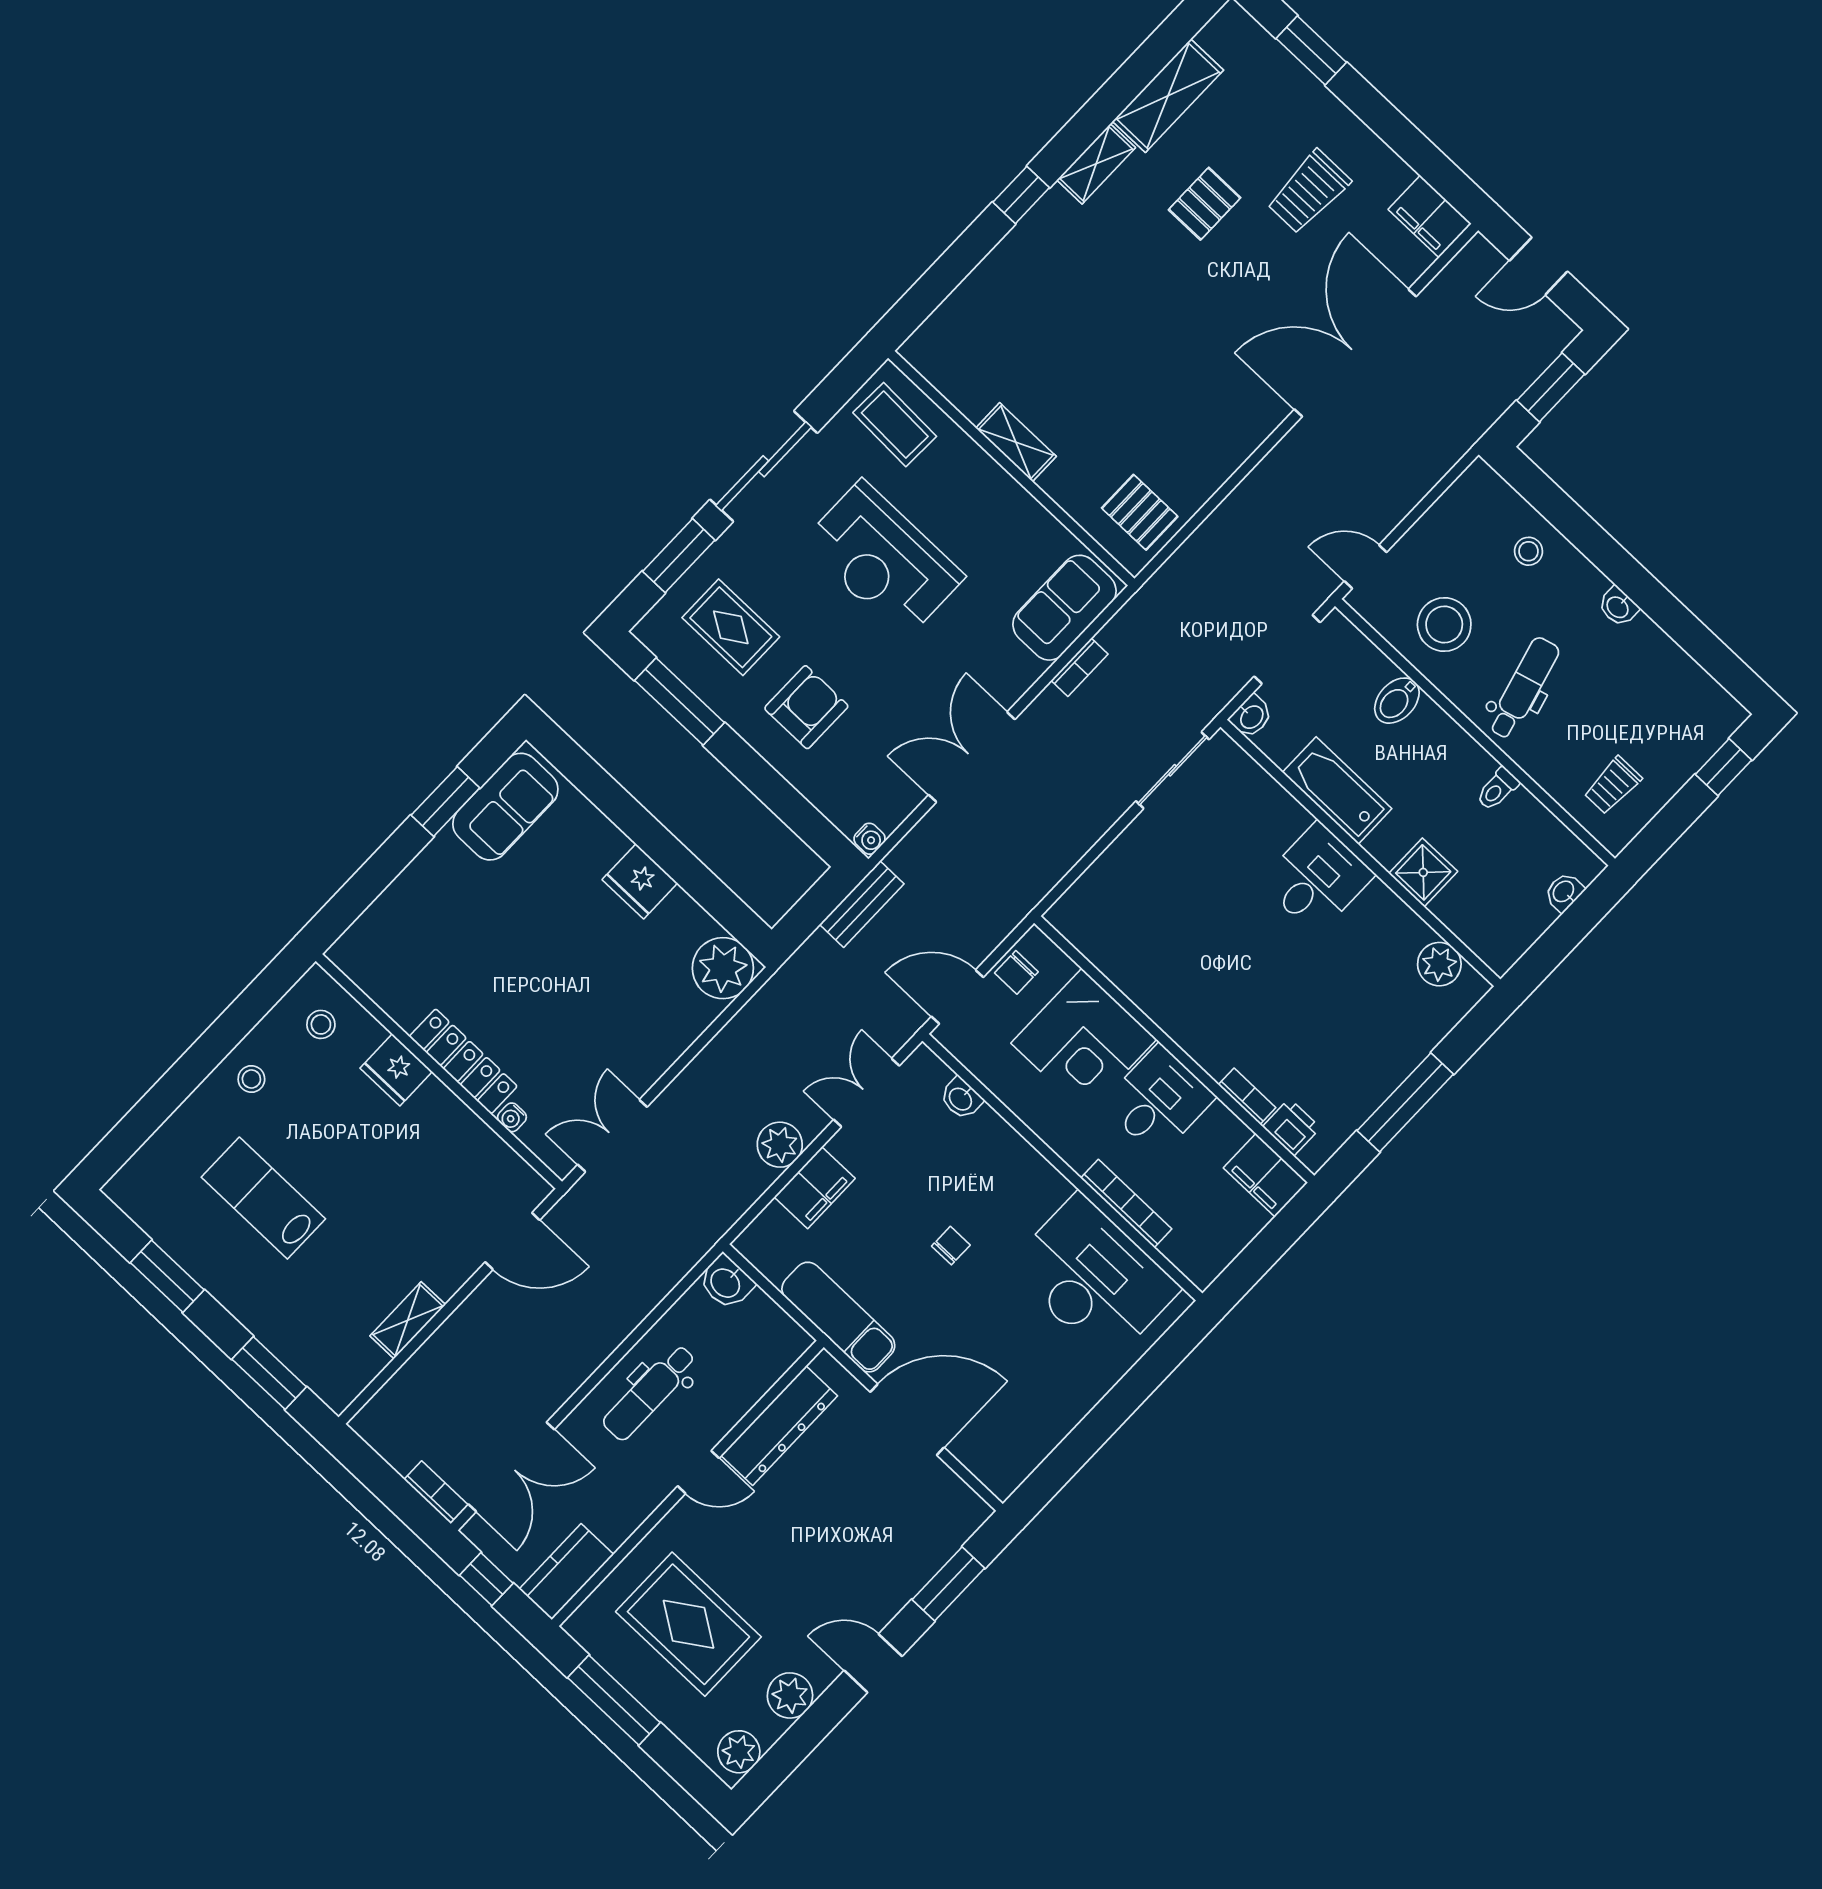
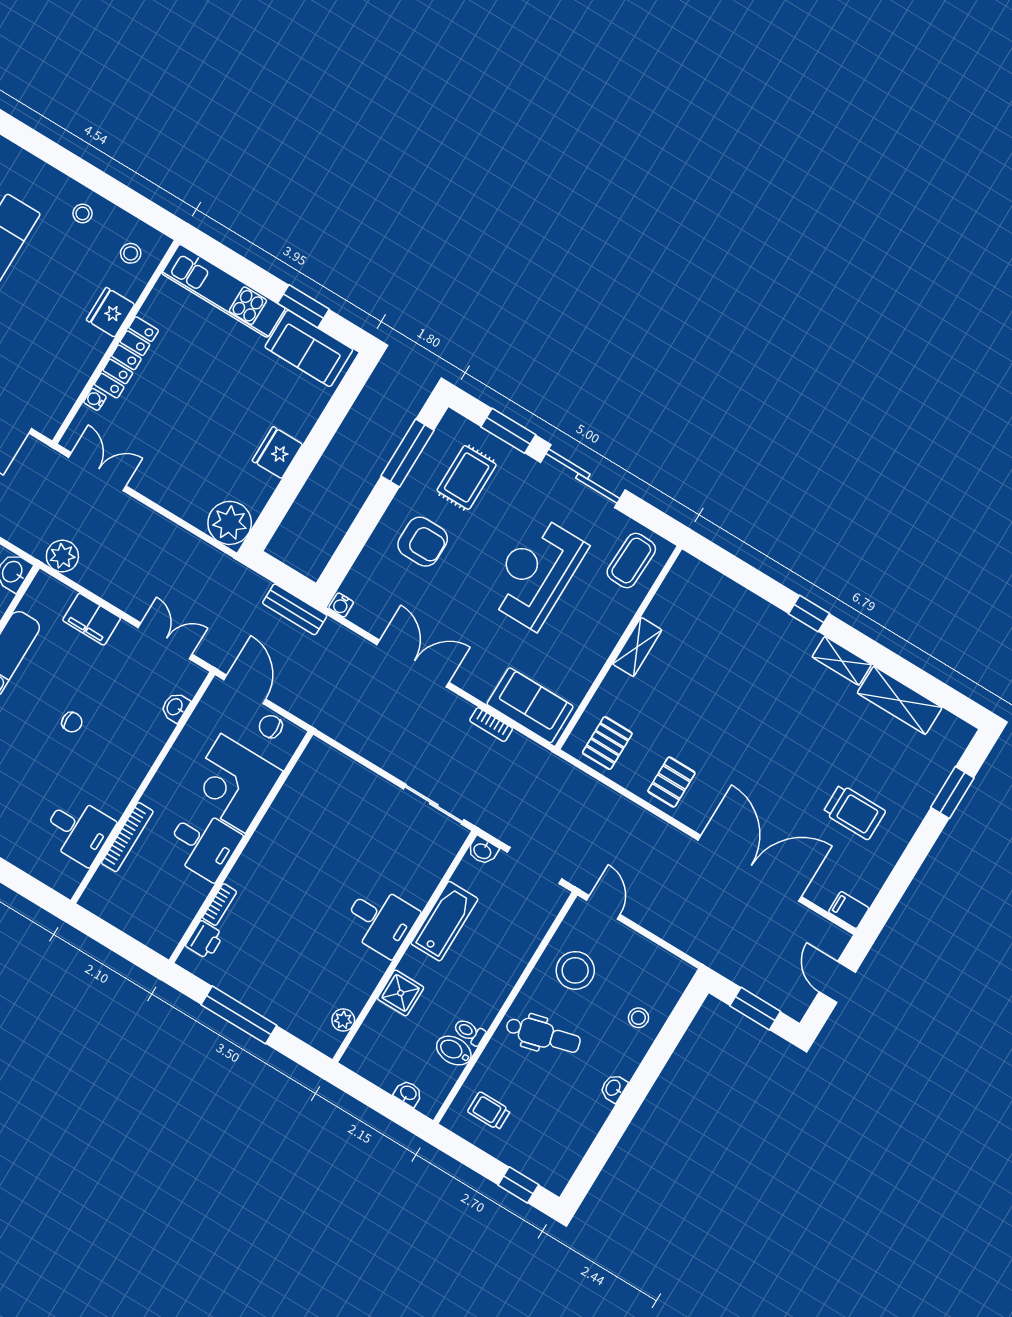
trolley: (1309, 192) -> (854, 812), turned 180
pallet: (1205, 204) -> (671, 782), moved, turned 90
filing cabinet: (1430, 216) -> (849, 910), width x0.50
bidet: (1397, 701) -> (454, 1051), moved
kitchen unit: (400, 907) -> (223, 291), added
plant: (1439, 964) -> (343, 1020), width x0.73, depth x0.73
plant: (780, 1145) -> (62, 556), moved
filing cabinet: (1266, 1175) -> (168, 929), removed
desk: (1094, 1278) -> (78, 830), width x0.53, depth x0.77

